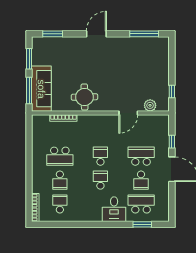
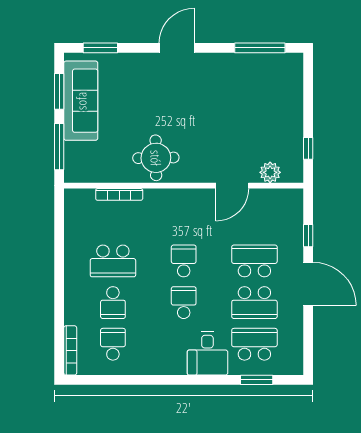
sofa: (41, 89) -> (81, 101), moved
school desk: (141, 180) -> (254, 303), width x1.85

